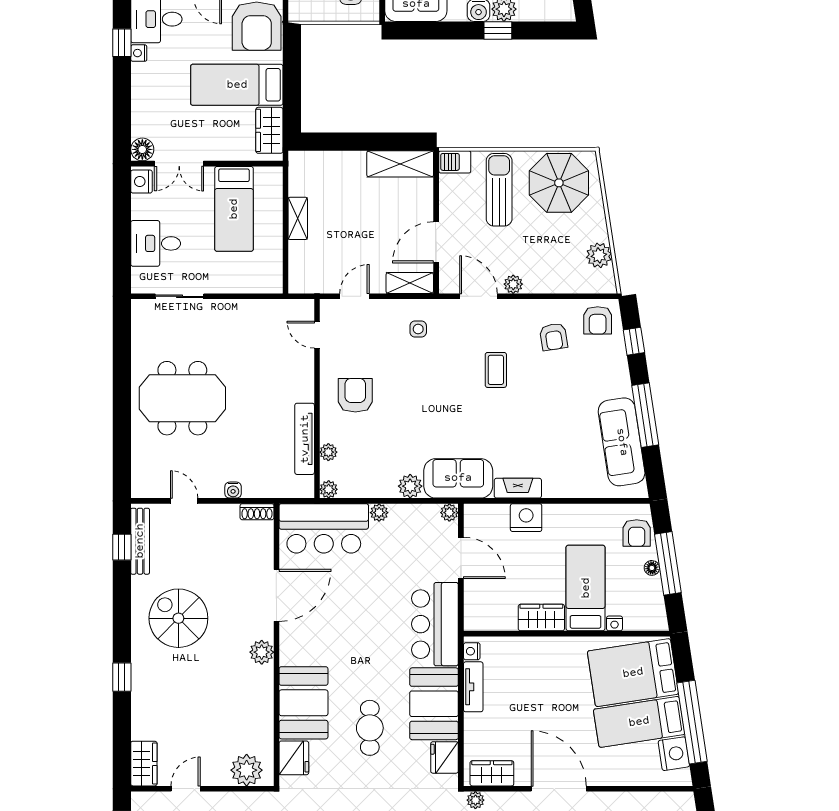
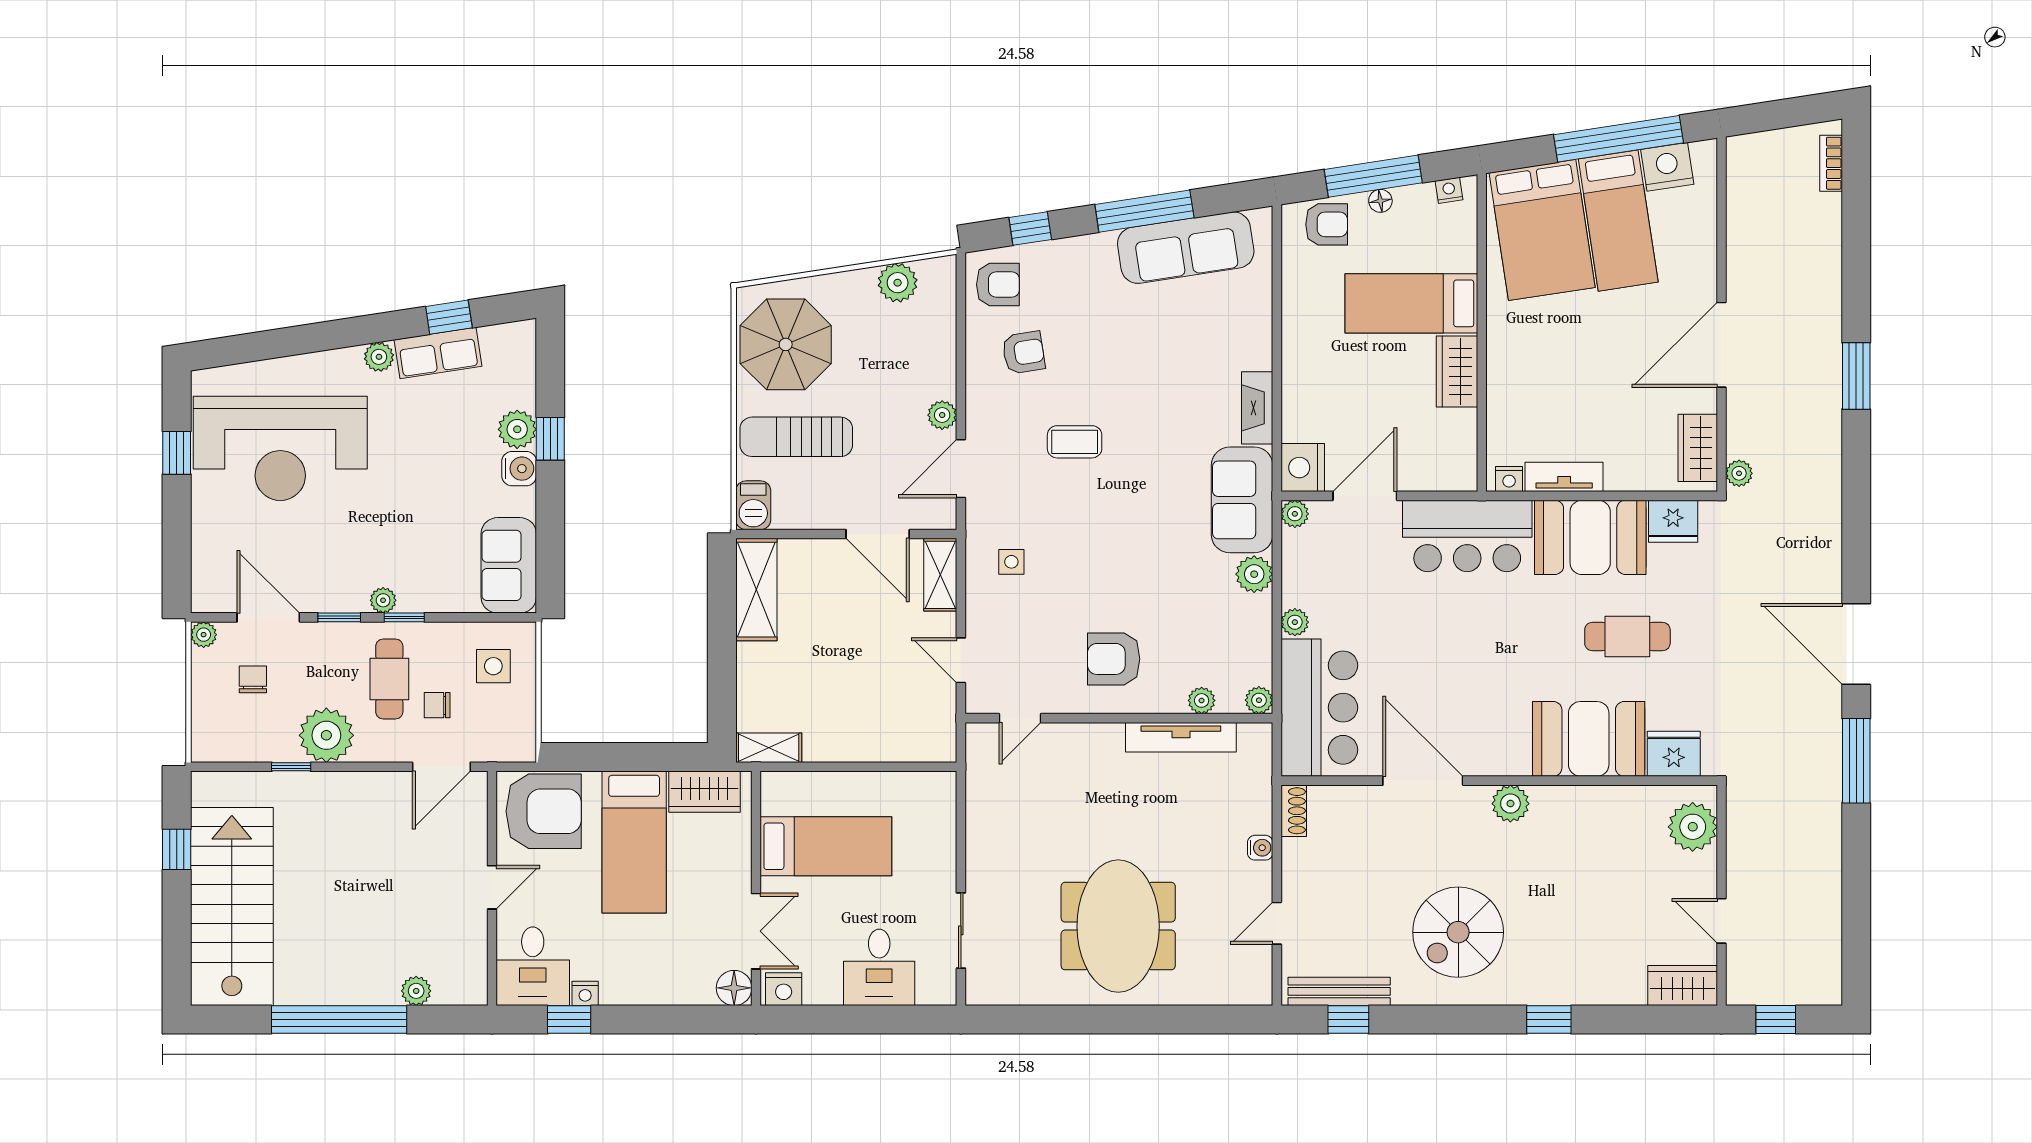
shelving: (298, 218) -> (769, 748), moved
nightstand: (526, 518) -> (1303, 468), moved
nightstand: (615, 623) -> (1449, 190), moved, turned -99

